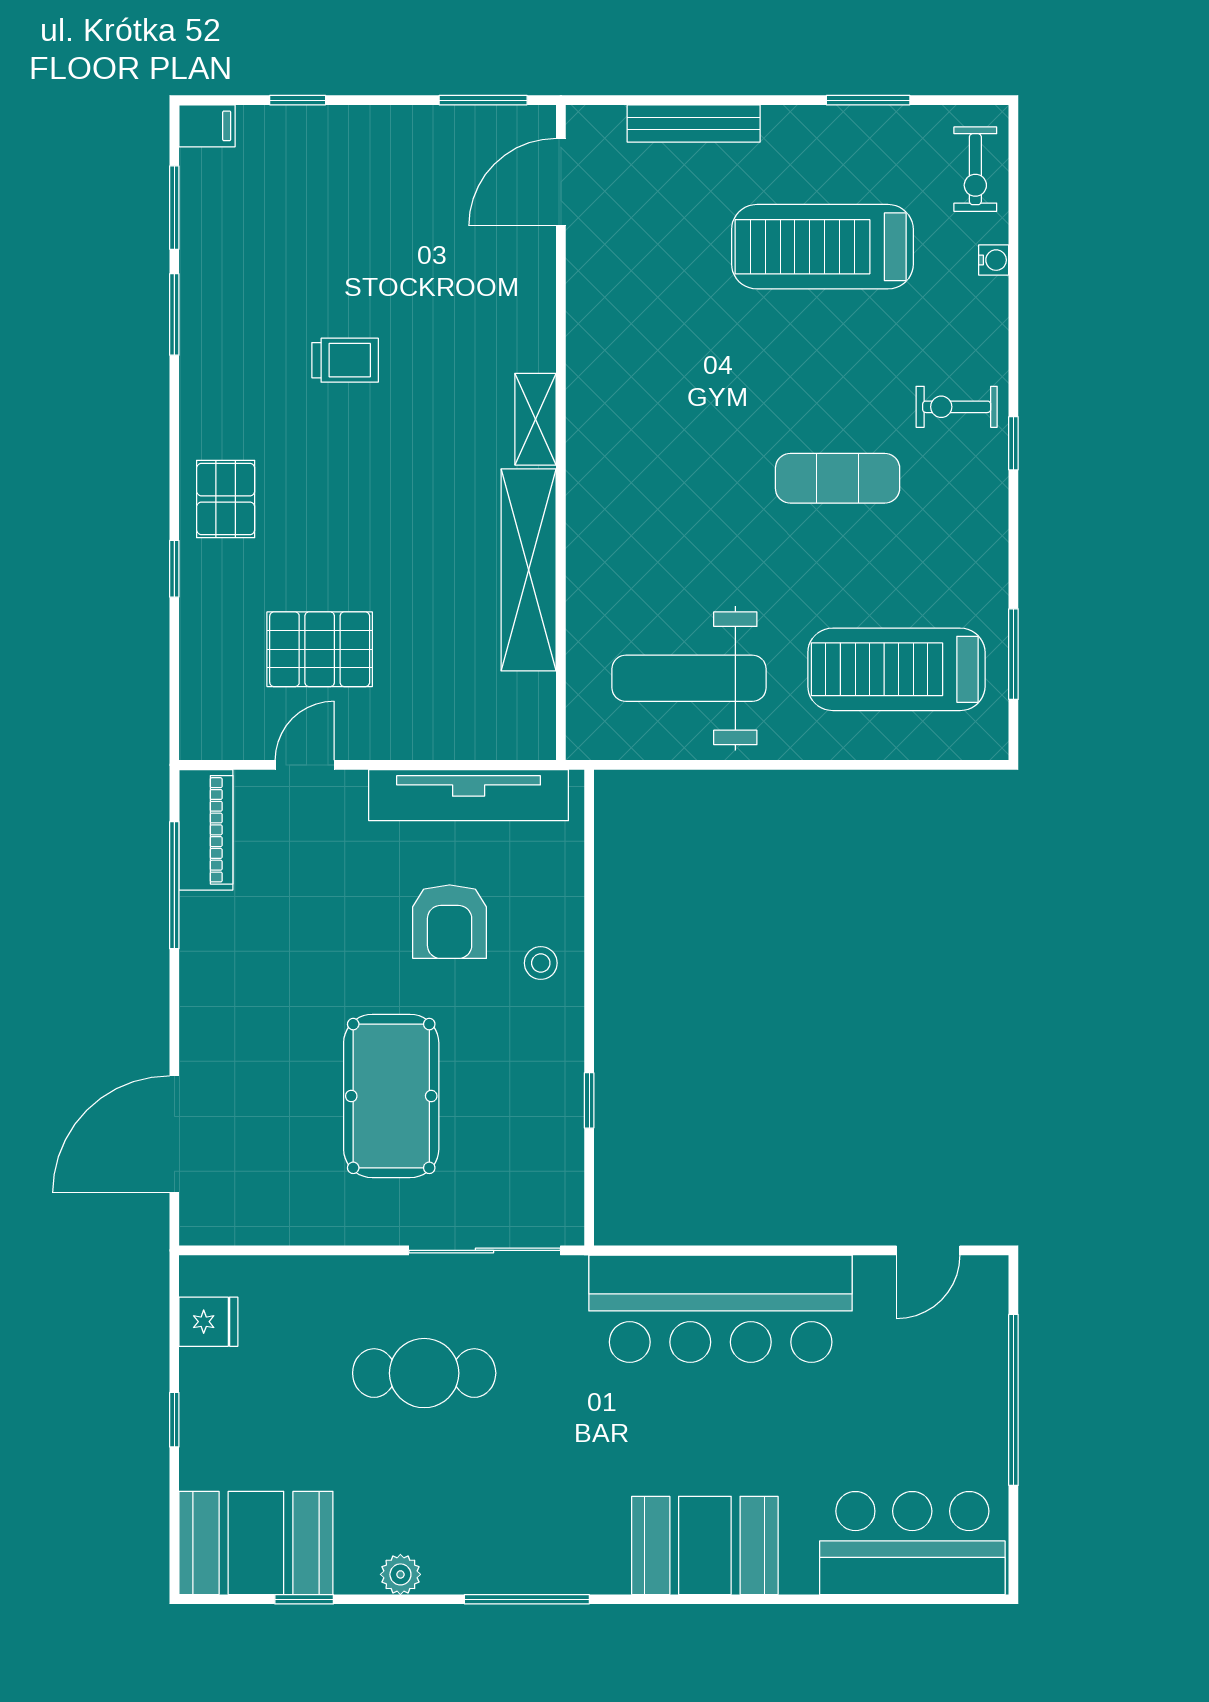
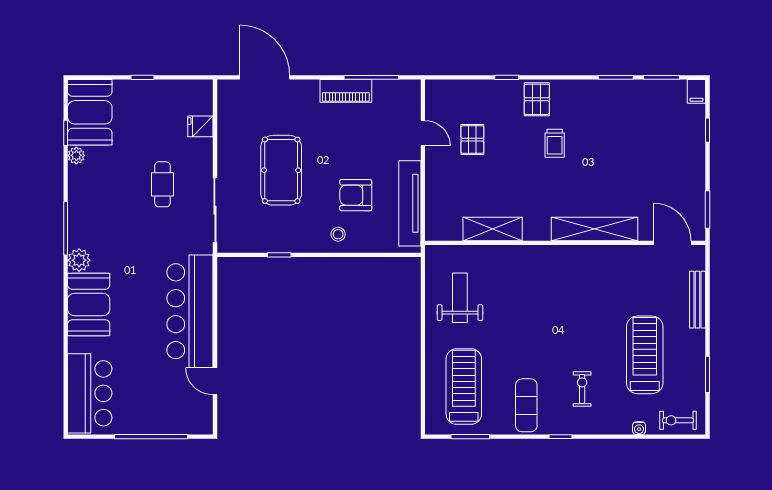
trolley: (345, 360) -> (555, 143), moved
exercise bike: (957, 407) -> (582, 389), moved
shelving: (535, 419) -> (594, 229), width x2.20, depth x1.33
exercise mat: (838, 478) -> (526, 405), moved
pallet: (226, 499) -> (537, 99), turned 90
shelving: (529, 570) -> (493, 229), width x0.68
pallet: (320, 649) -> (472, 140), width x0.67, depth x0.71
weight bench: (689, 678) -> (460, 298), width x0.73, depth x0.75
piano: (206, 830) -> (346, 91), moved
pool table: (391, 1096) -> (281, 170), turned 90
door: (928, 1250) -> (215, 381), moved
fridge: (208, 1322) -> (200, 126), moved, turned 90
cafe table: (424, 1373) -> (163, 184), width x0.73, depth x0.74
plant: (601, 1568) -> (79, 260), added
plant: (400, 1574) -> (76, 155), moved

